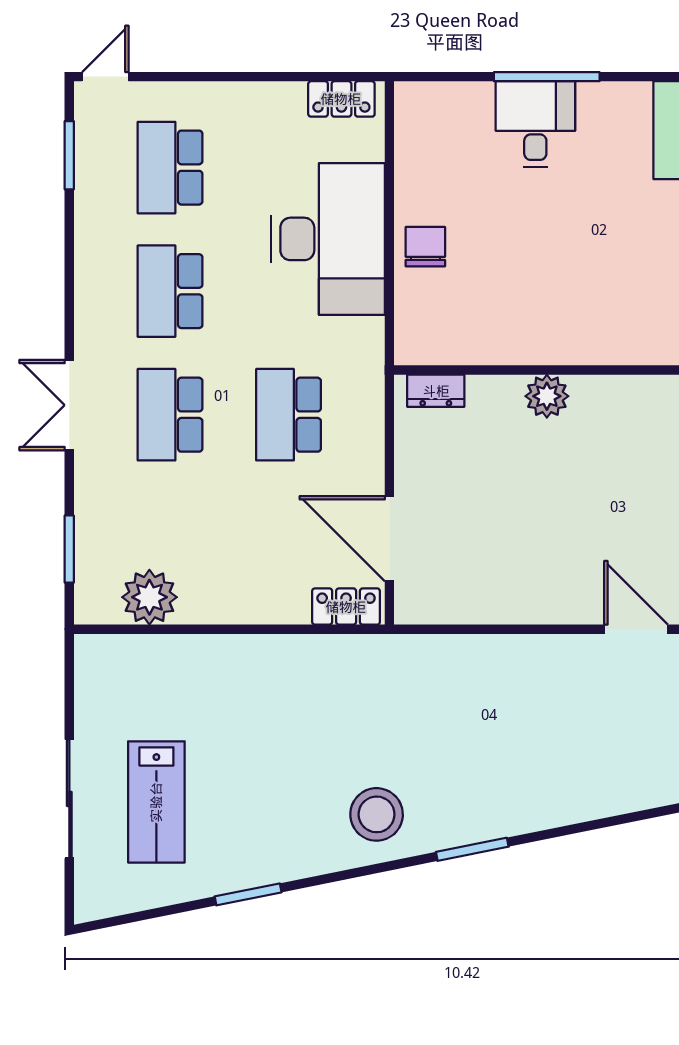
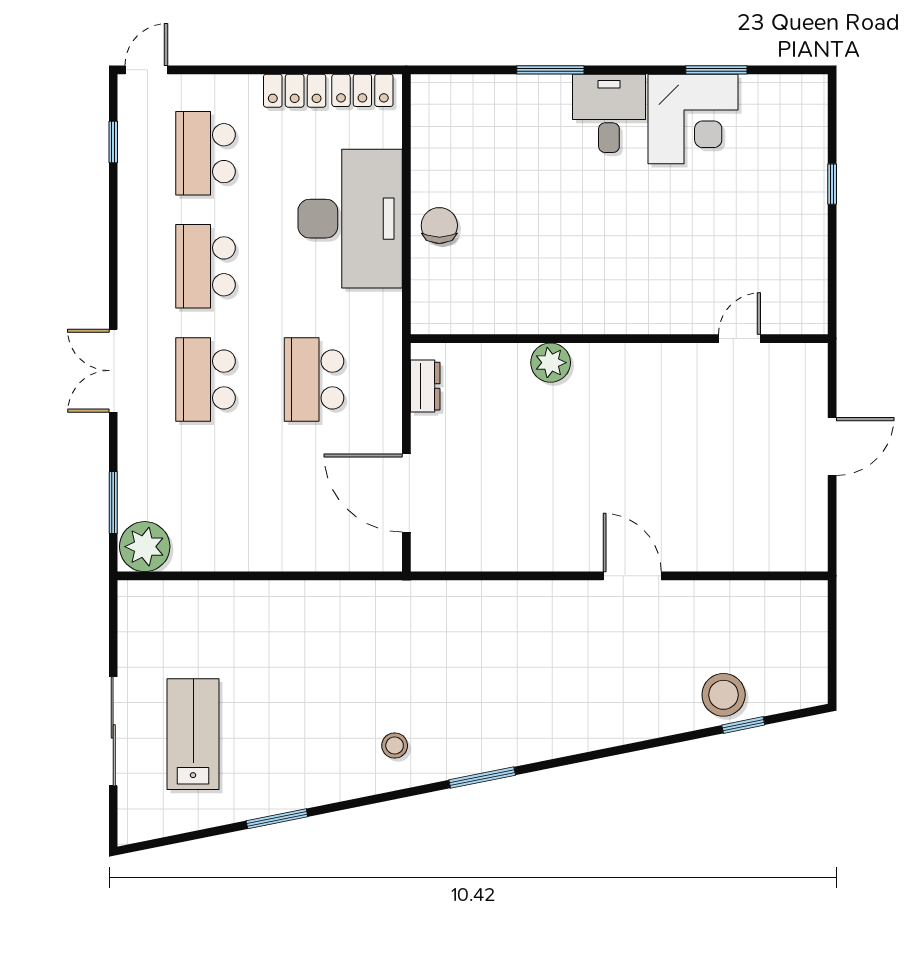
window: (547, 77) -> (550, 70), width x0.69
desk: (535, 124) -> (609, 113), moved
window: (69, 155) -> (113, 142), width x0.67
dresser: (436, 391) -> (425, 386), moved, turned -90
plant: (149, 597) -> (145, 547), moved
locker: (346, 607) -> (295, 91), moved, turned 180
lab bench: (156, 802) -> (193, 734), turned 180
stool: (377, 814) -> (395, 746), width x0.53, depth x0.53

